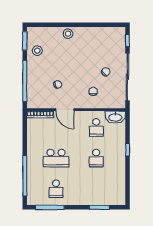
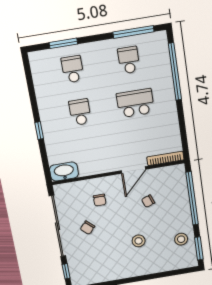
stool: (68, 34) -> (139, 241), moved
door: (65, 110) -> (133, 170), swing flipped
school desk: (96, 127) -> (73, 69), moved

